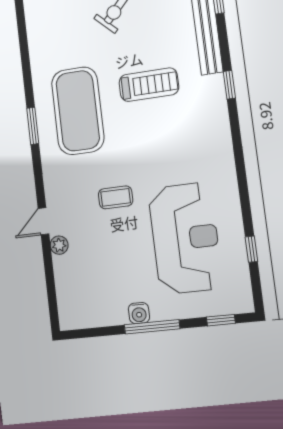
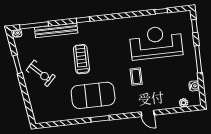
plant: (59, 245) -> (184, 103), moved
water cooler: (139, 313) -> (194, 86), moved

